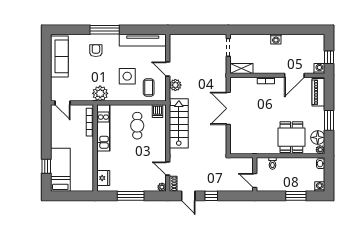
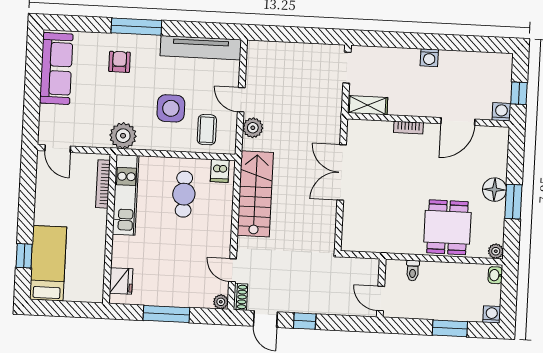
piano: (318, 92) -> (498, 153), removed
floor lamp: (318, 137) -> (495, 190), moved

